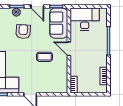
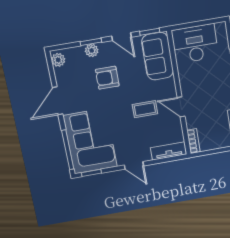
armchair: (23, 32) -> (107, 78), turned -94
door: (69, 49) -> (181, 107), moved
tv unit: (56, 88) -> (169, 151), added

